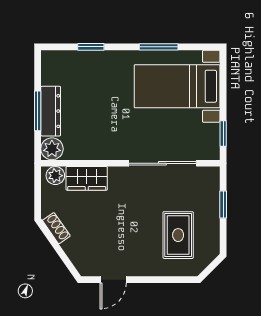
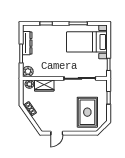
dresser: (51, 111) -> (27, 43), moved
rug: (178, 235) -> (87, 112), width x1.36, depth x1.43

